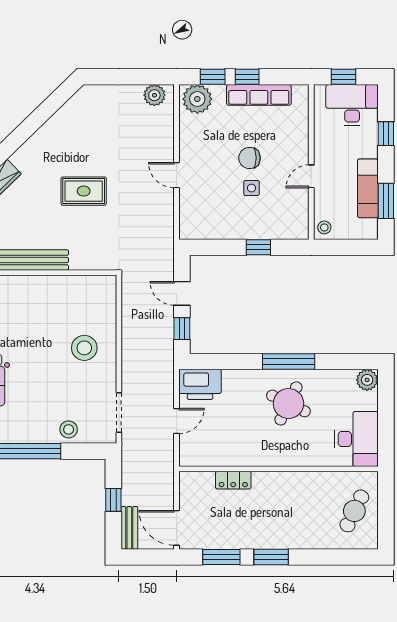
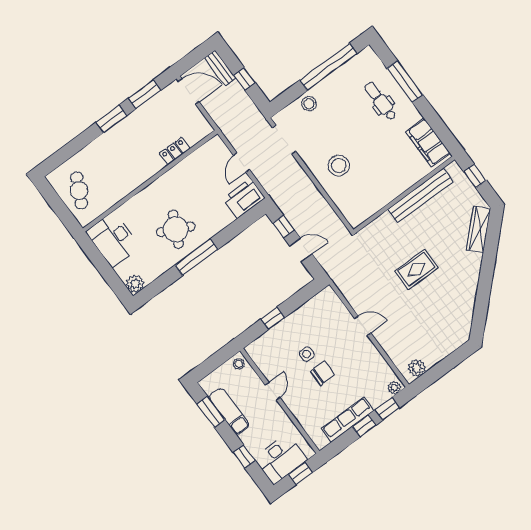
plant: (197, 99) -> (394, 388), width x0.53, depth x0.53

